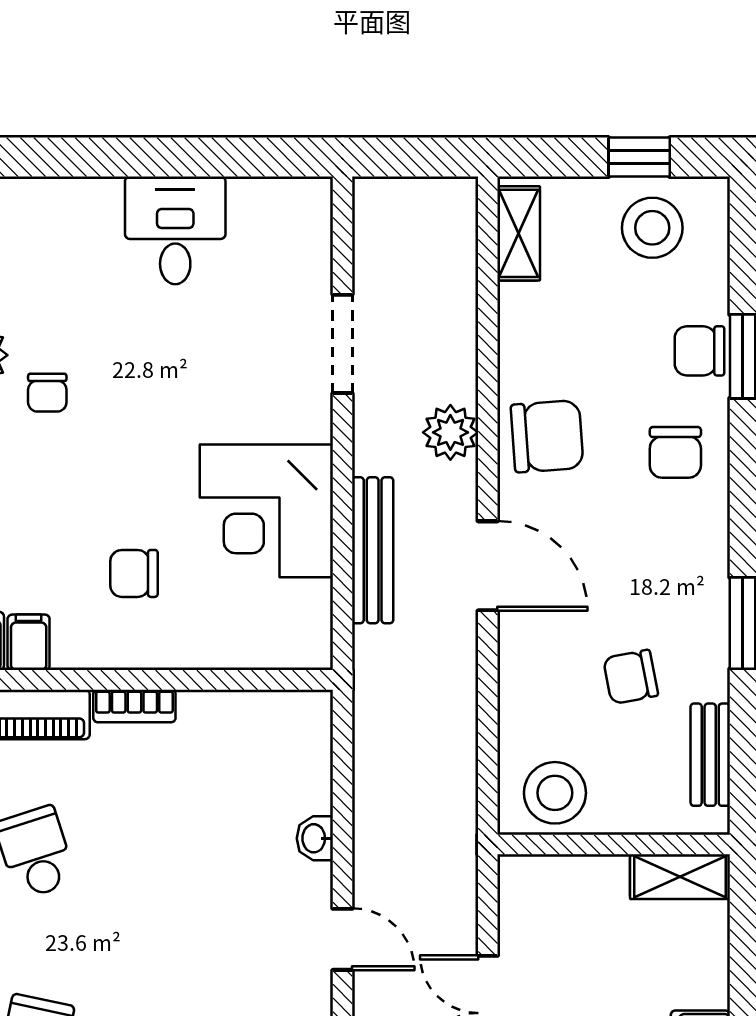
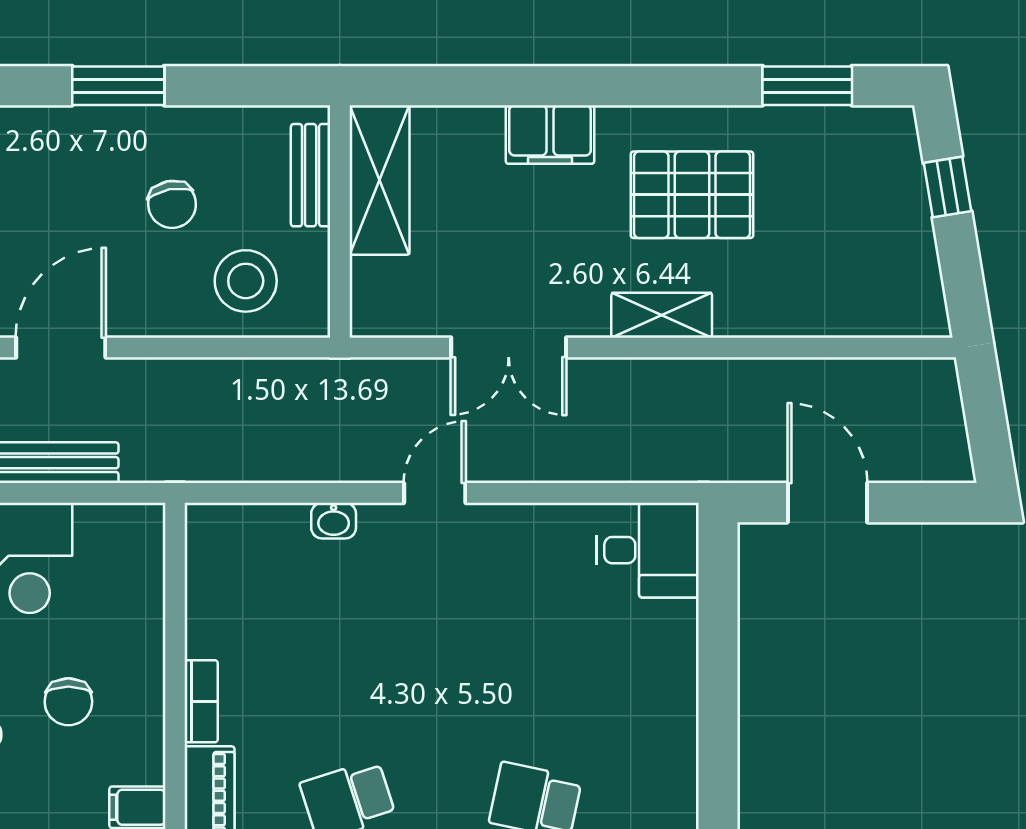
bench: (710, 755) -> (311, 175), moved, turned 90
stool: (555, 793) -> (246, 281), moved
shelving: (680, 877) -> (379, 180), width x1.50, depth x1.33

